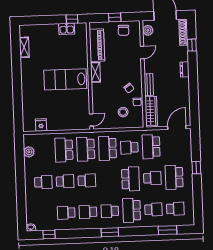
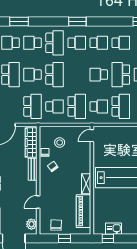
school desk: (86, 149) -> (99, 106), width x0.54
school desk: (130, 179) -> (55, 75), turned 180
school desk: (65, 181) -> (121, 75), width x1.85

